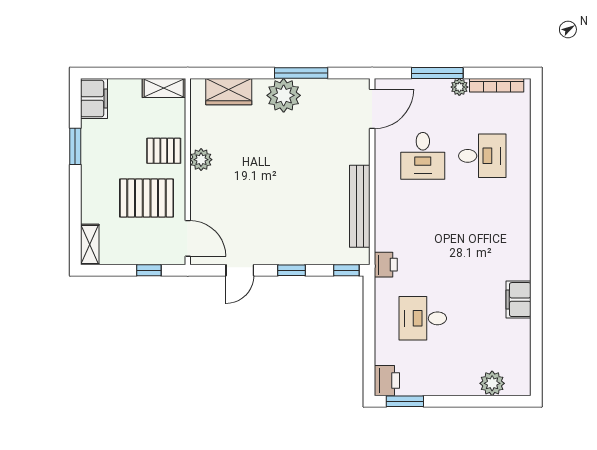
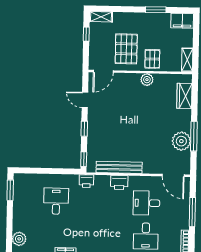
plant: (459, 87) -> (184, 224), removed
plant: (284, 95) -> (181, 141), moved
window: (149, 270) -> (86, 34), moved
printer: (387, 381) -> (119, 182), moved

